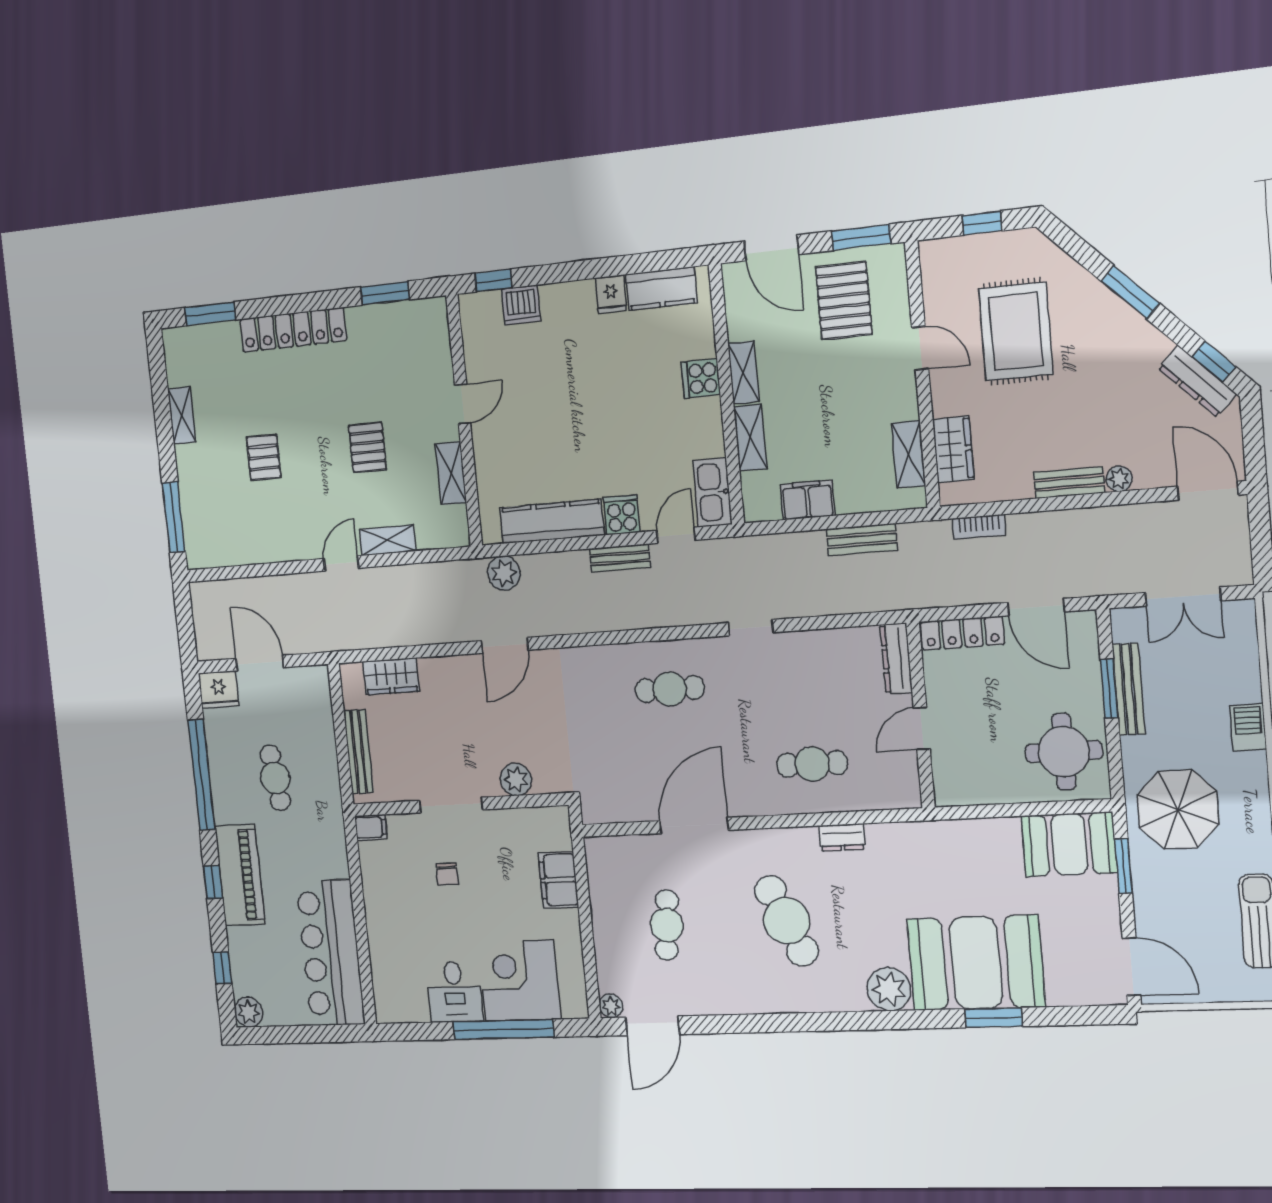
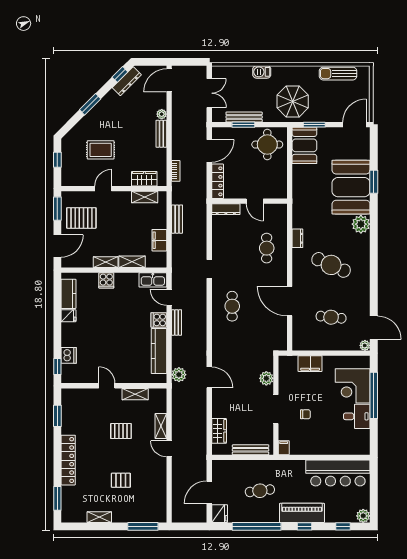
rug: (1016, 331) -> (101, 150), width x0.73, depth x0.70
cafe table: (787, 921) -> (331, 265), turned 48

